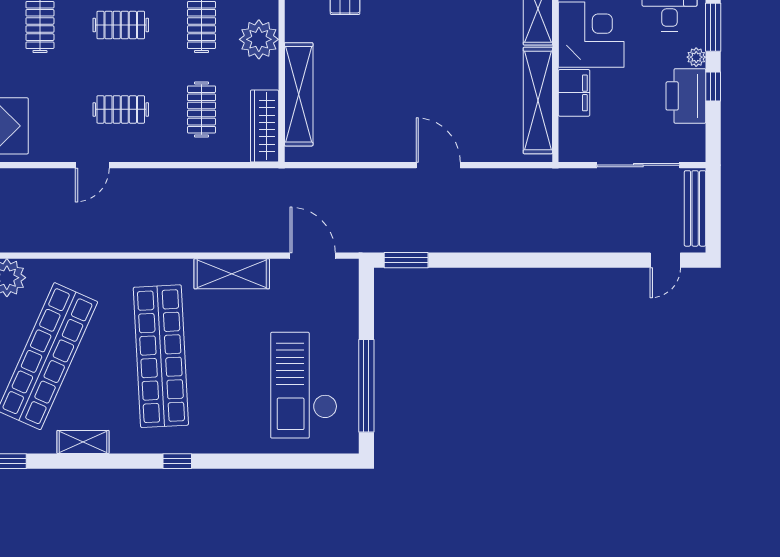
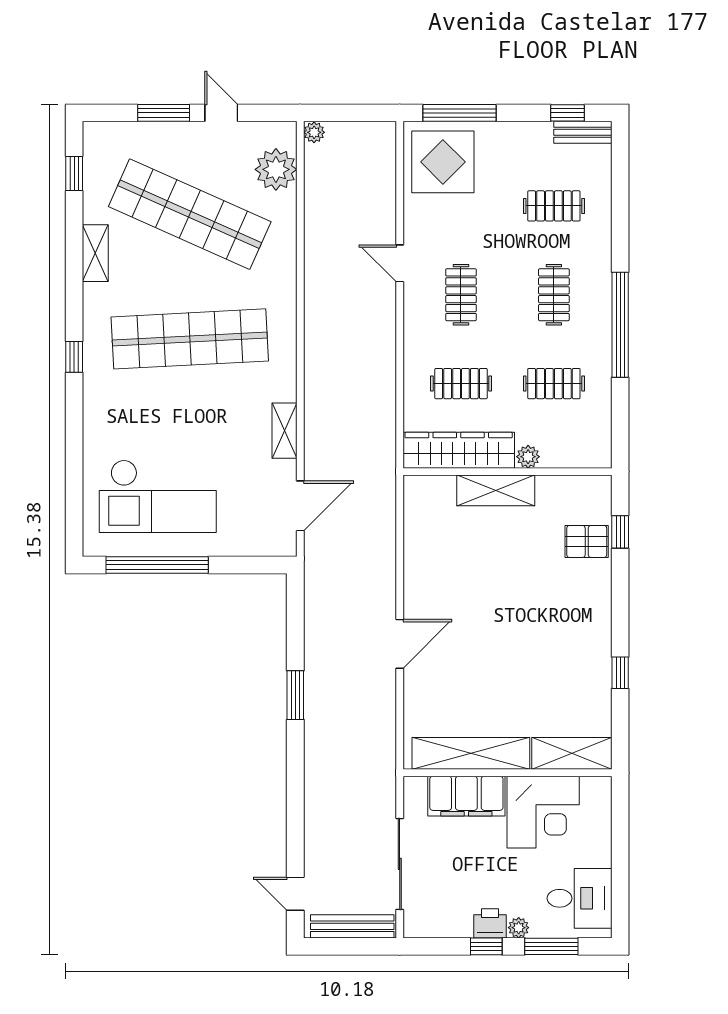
plant: (259, 39) -> (528, 457), width x0.53, depth x0.53
filing cabinet: (574, 93) -> (466, 796), width x1.50, depth x1.17
shelving: (299, 94) -> (496, 490), width x0.68
printer: (686, 96) -> (490, 923), width x0.53, depth x0.68
wardrobe: (265, 126) -> (459, 450), width x1.40, depth x1.17
window: (406, 260) -> (295, 695), moved
shelving: (232, 274) -> (284, 431), width x0.67, depth x0.75
checkout: (304, 385) -> (158, 496), turned 180

